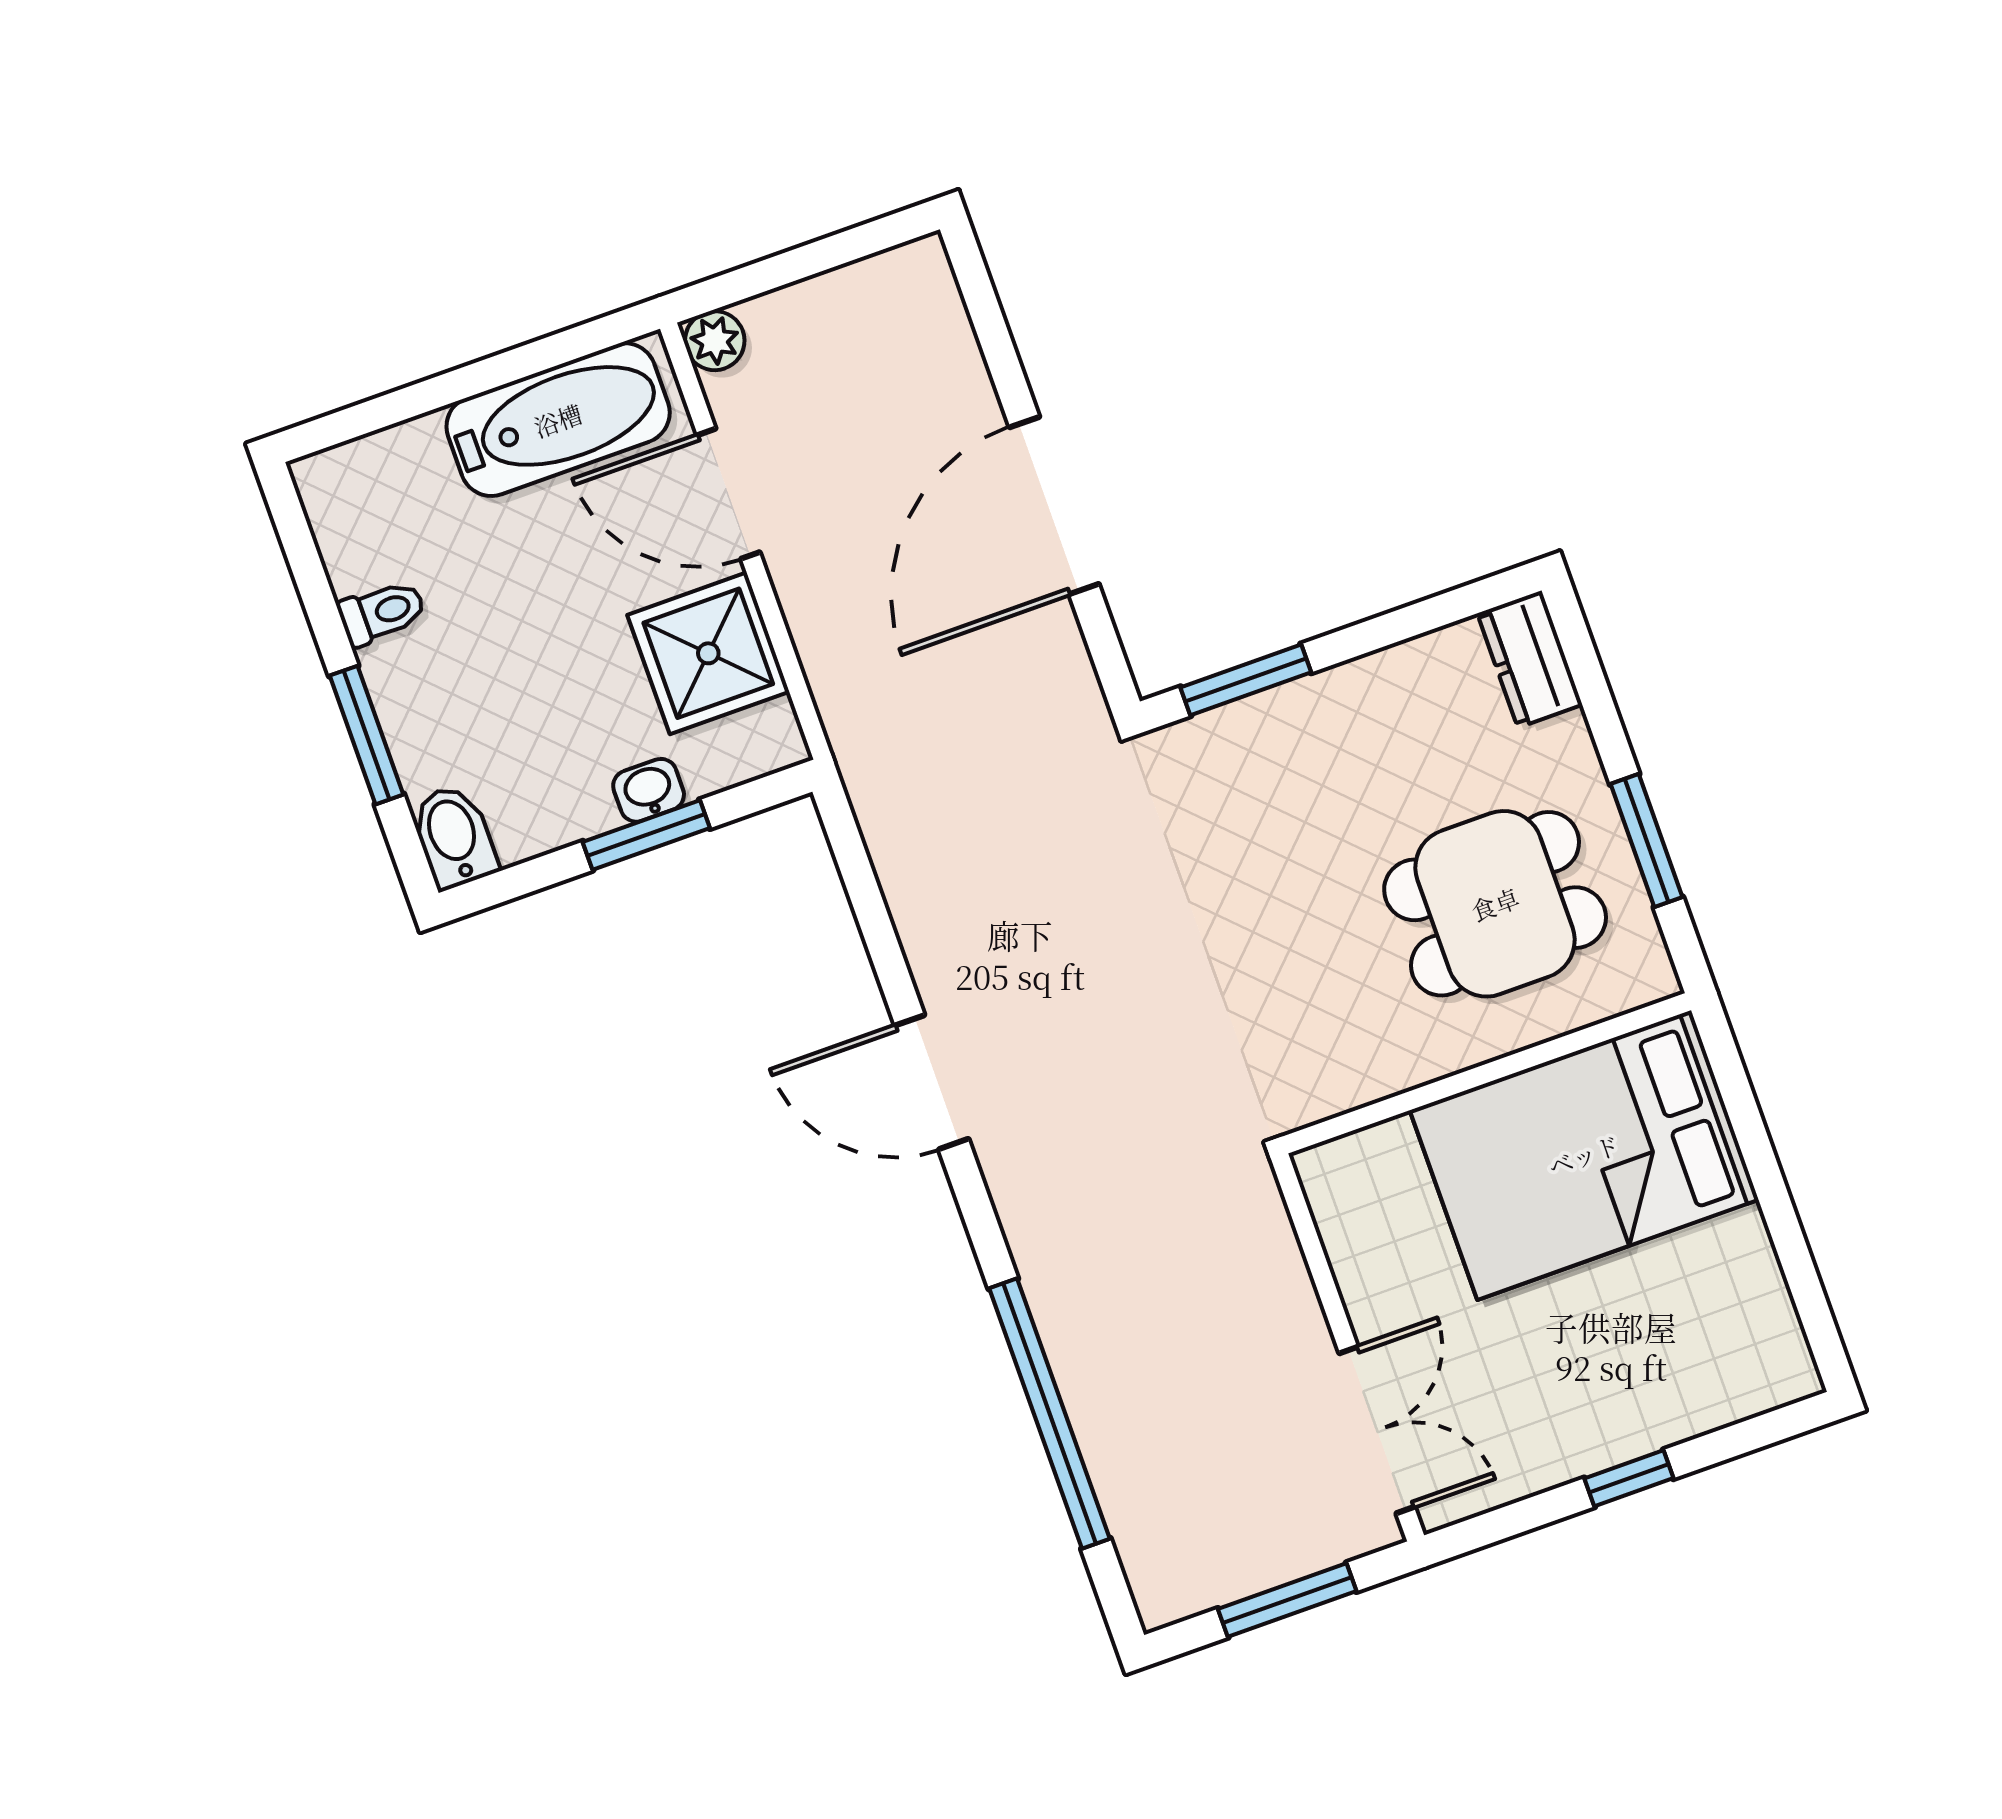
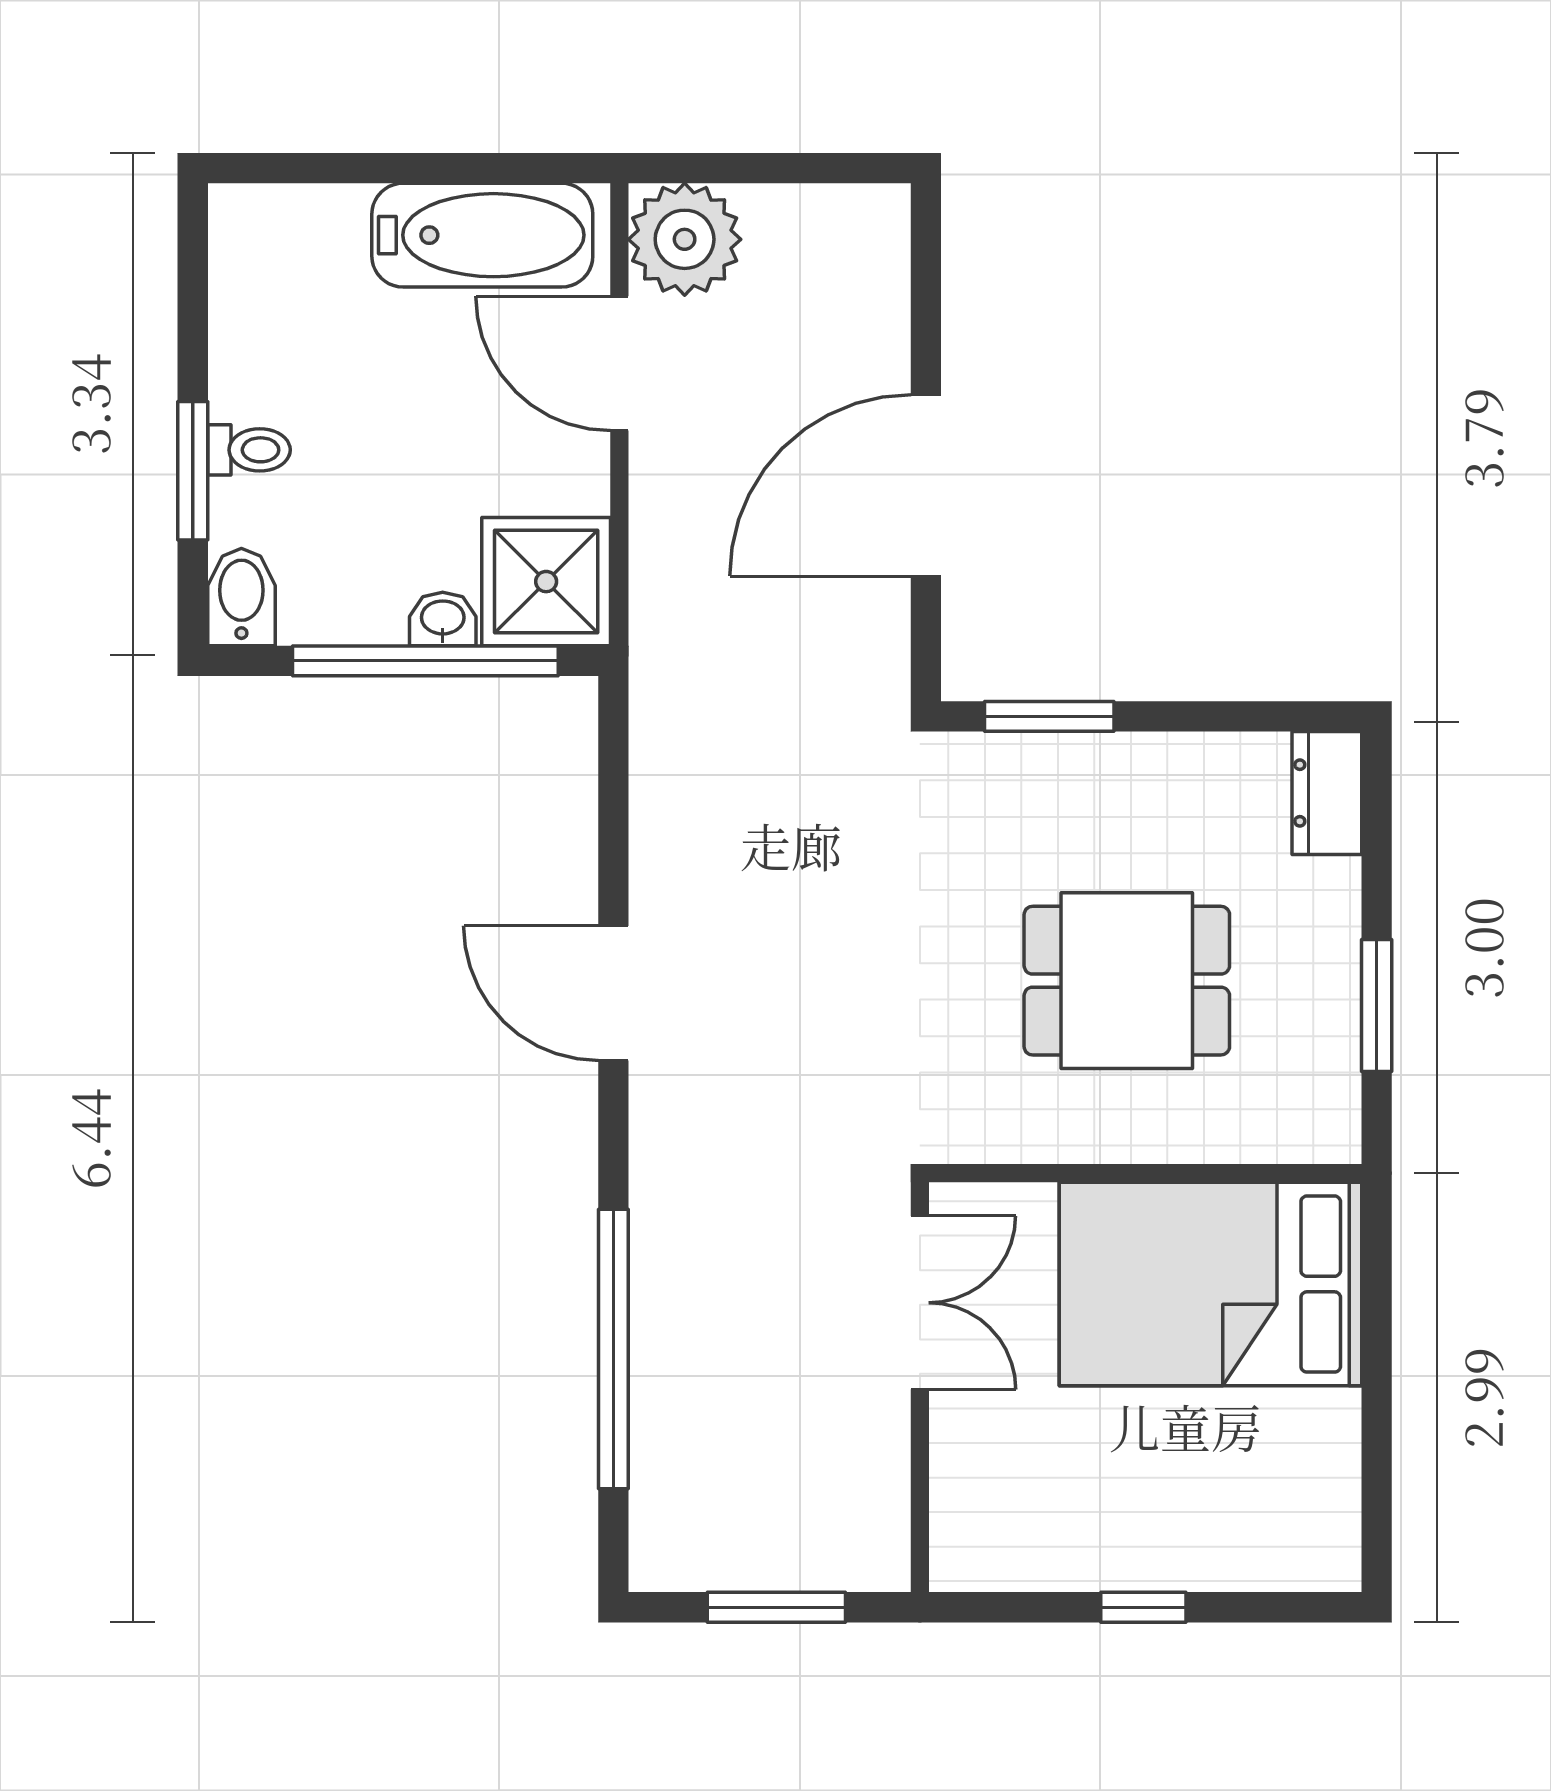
plant: (715, 341) -> (685, 239), width x1.87, depth x1.87
toilet: (382, 613) -> (249, 450), moved
shower: (708, 653) -> (546, 582), moved
window: (646, 835) -> (425, 661), width x2.11
dining table: (1495, 904) -> (1127, 981), moved
double door: (1377, 1430) -> (920, 1303), moved

